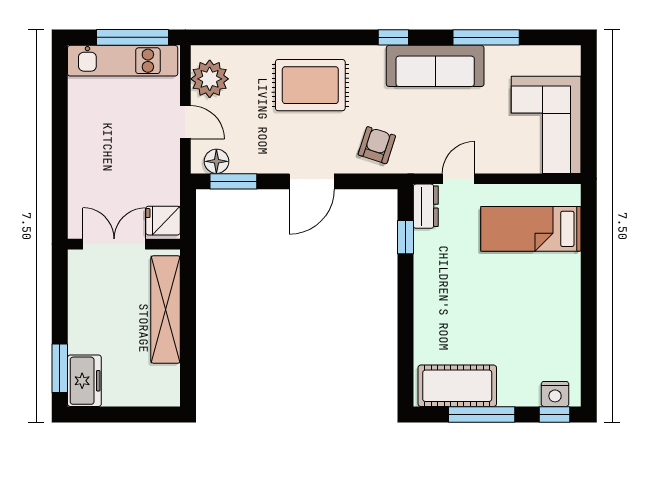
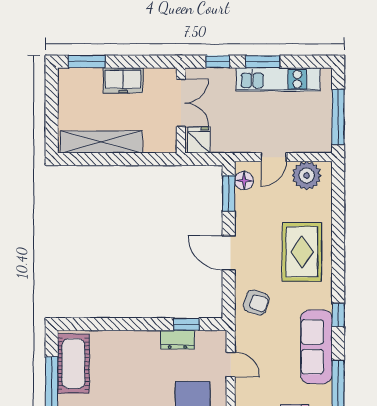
kitchen unit: (123, 61) -> (278, 79), moved, turned -90
window: (60, 136) -> (263, 62), added
window: (60, 196) -> (218, 62), added
dresser: (426, 206) -> (177, 340), moved
shelving: (166, 309) -> (101, 142), moved
freezer: (84, 381) -> (123, 80), moved

